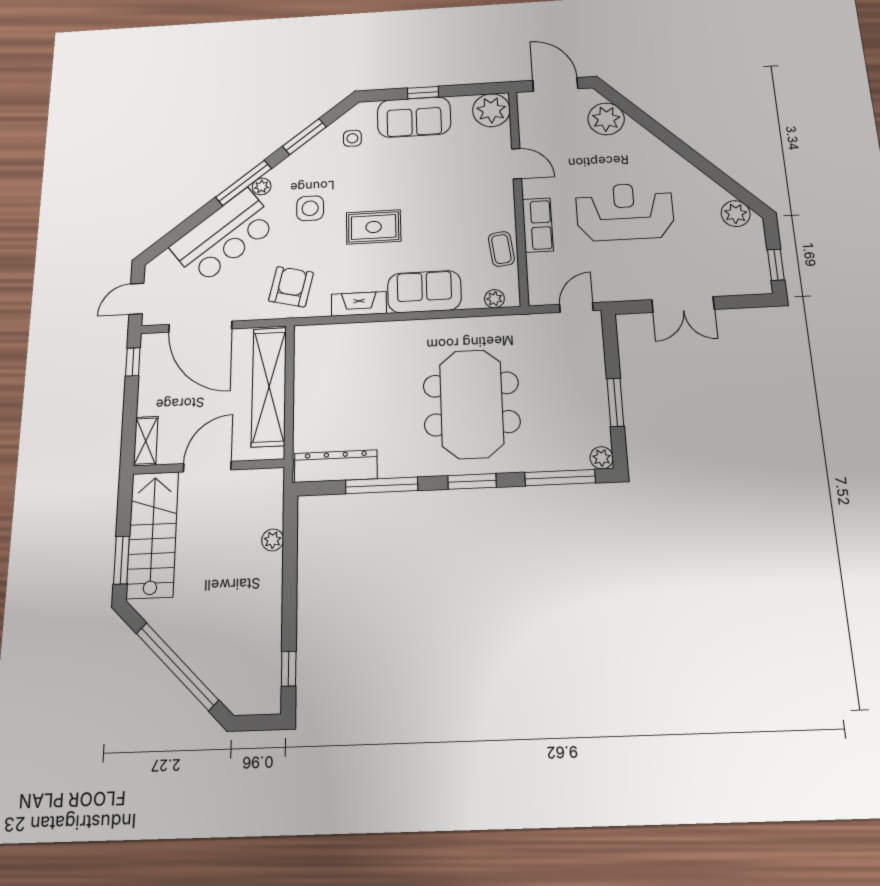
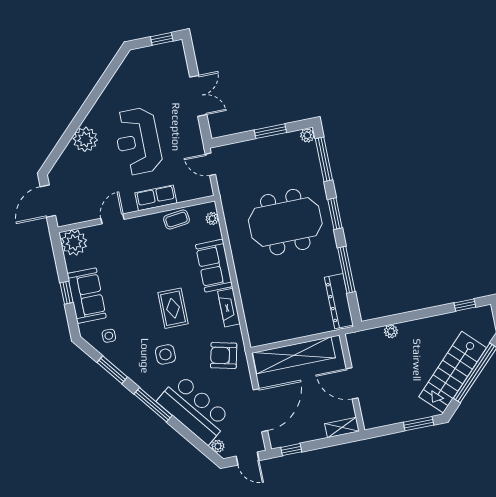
plant: (606, 119) -> (85, 139), moved
plant: (262, 187) -> (218, 446), moved
plant: (736, 214) -> (129, 68), removed
stairs: (153, 535) -> (453, 372), moved, turned -45

